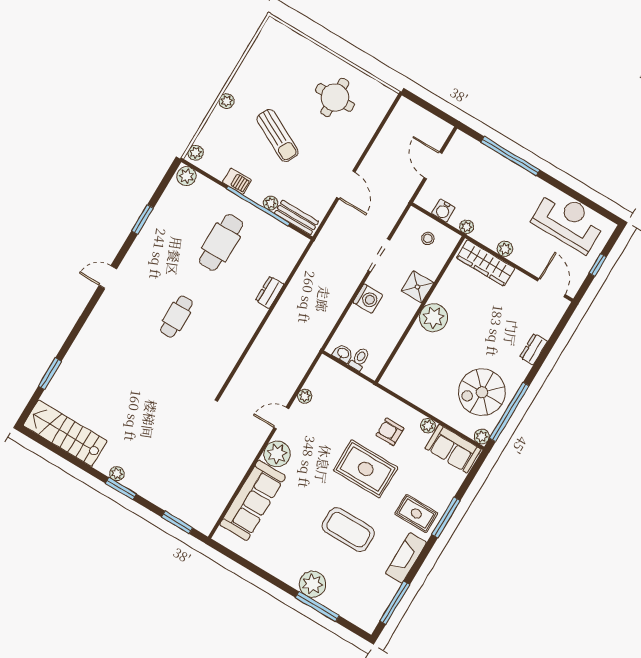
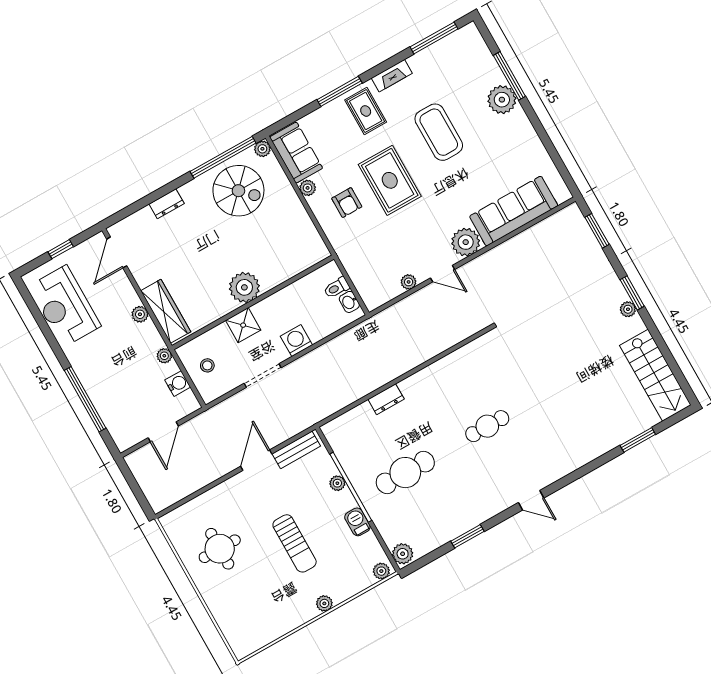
sun lounger: (278, 136) -> (295, 543), turned 153
bench: (296, 218) -> (296, 450), moved, turned 90
fireplace: (406, 558) -> (392, 76), width x0.73, depth x0.76

